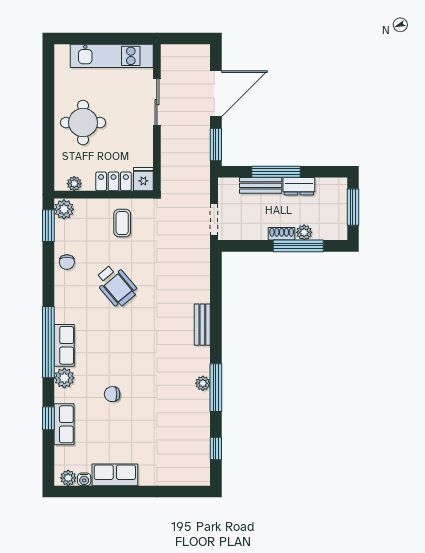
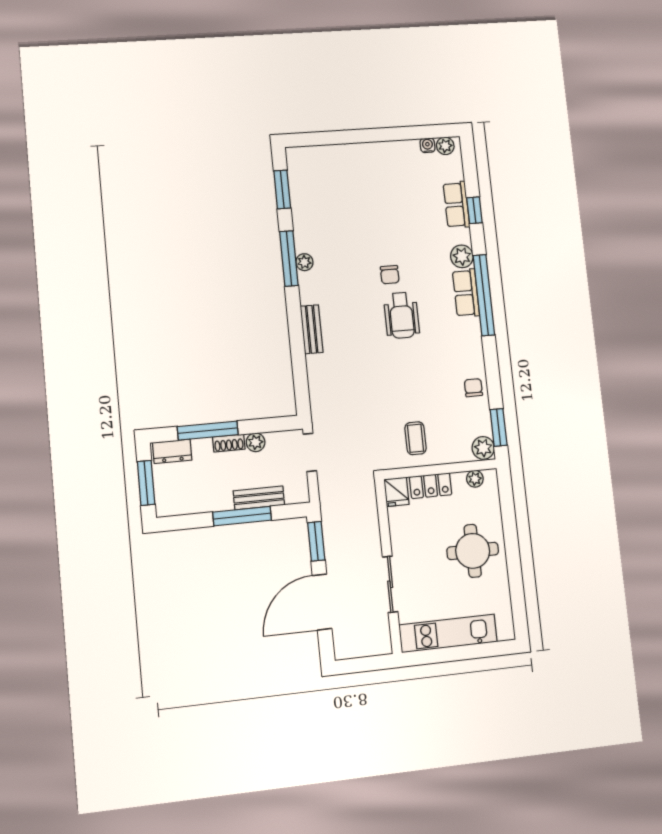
dresser: (299, 186) -> (172, 451), moved, turned 180
plant: (304, 232) -> (256, 442), moved
wheelchair: (116, 286) -> (402, 315), moved, turned -140
chair: (112, 394) -> (390, 275), moved, turned 90
window: (216, 448) -> (282, 189), width x1.50
row of seats: (115, 475) -> (394, 152), removed

